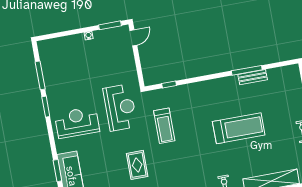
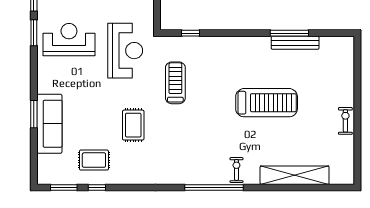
bench: (253, 77) -> (295, 43), width x1.36
reception desk: (77, 122) -> (69, 40), moved
treadmill: (164, 126) -> (175, 83), turned 180

